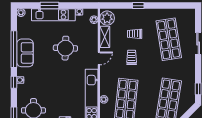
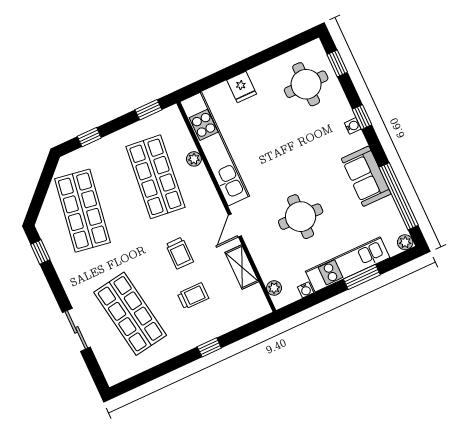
plant: (107, 18) -> (253, 301), removed
window: (14, 49) -> (399, 196), moved

